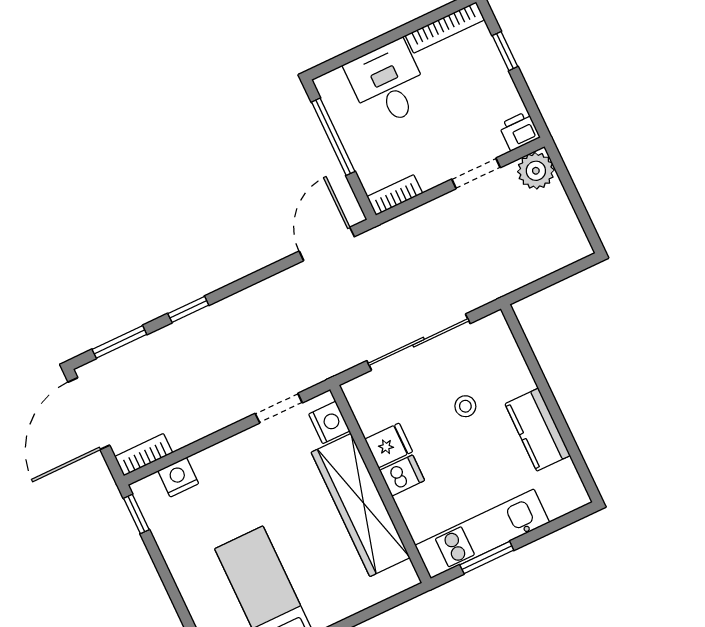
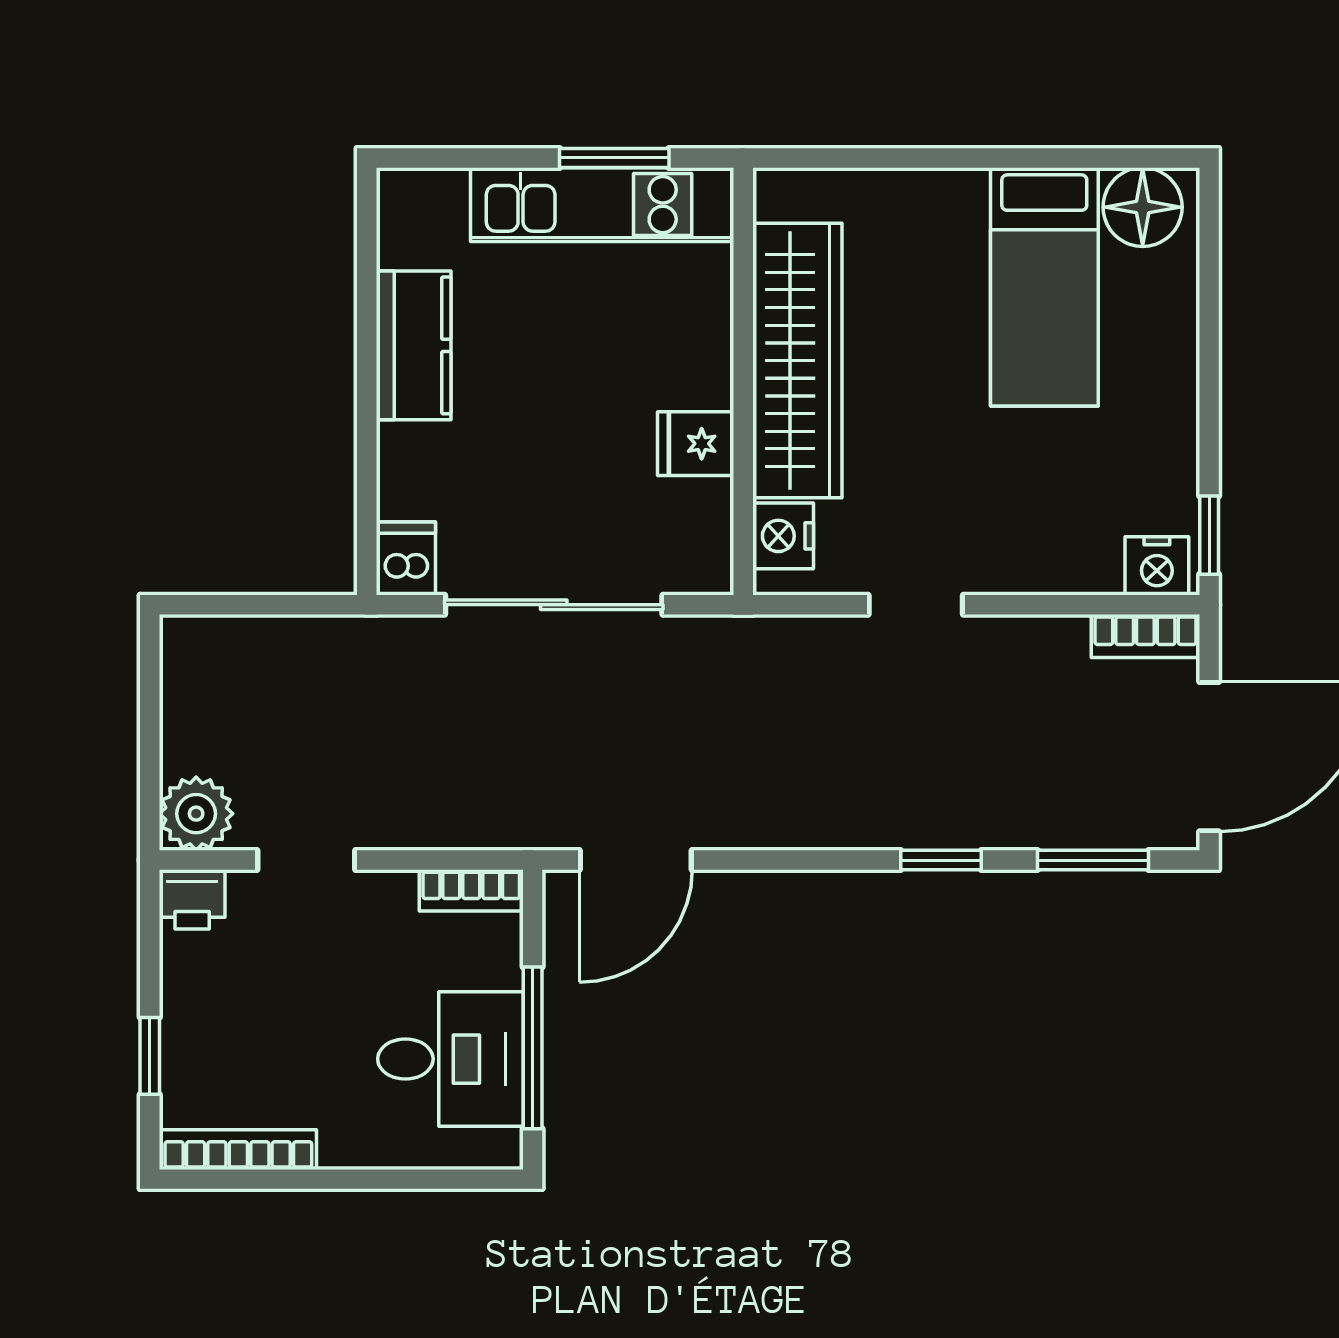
desk: (388, 84) -> (450, 1059), moved, turned -90
stool: (465, 406) -> (524, 449), removed
doorway: (279, 408) -> (916, 605), moved
dishwasher: (402, 475) -> (407, 558), moved, turned 90
nightstand: (178, 477) -> (1157, 566), moved

